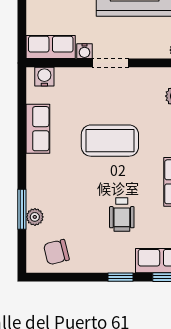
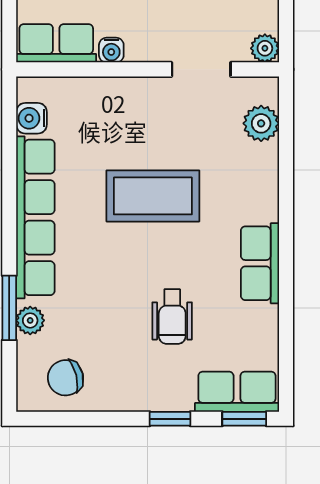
doorway: (110, 63) -> (201, 69), moved
water cooler: (44, 77) -> (31, 118), moved, turned -90
row of seats: (38, 129) -> (35, 217), width x2.02

